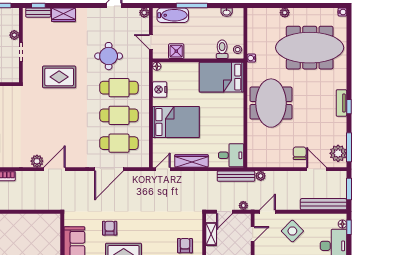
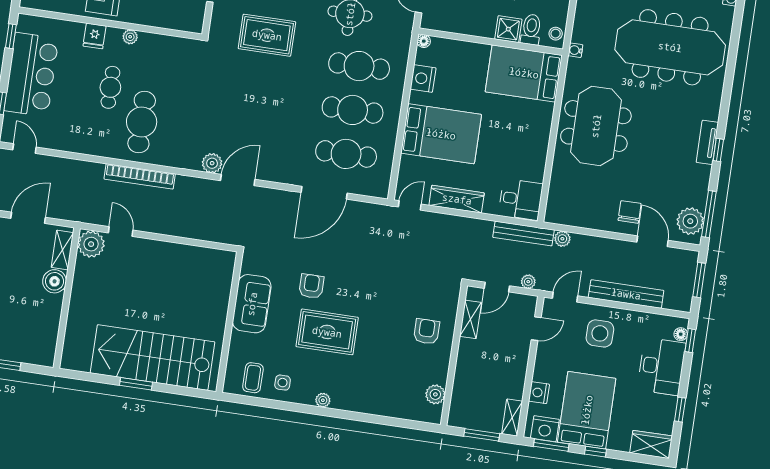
shower: (176, 51) -> (508, 29), moved
bench: (324, 204) -> (626, 294), moved
side table: (292, 231) -> (600, 333), turned 45

